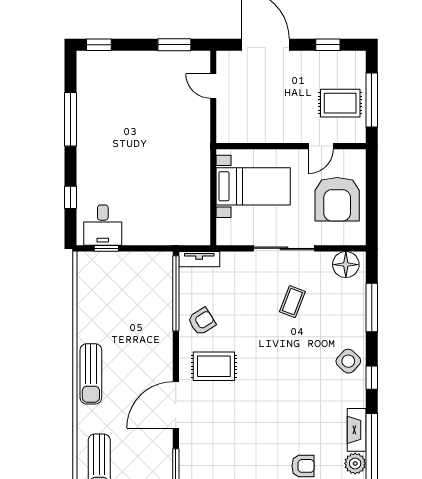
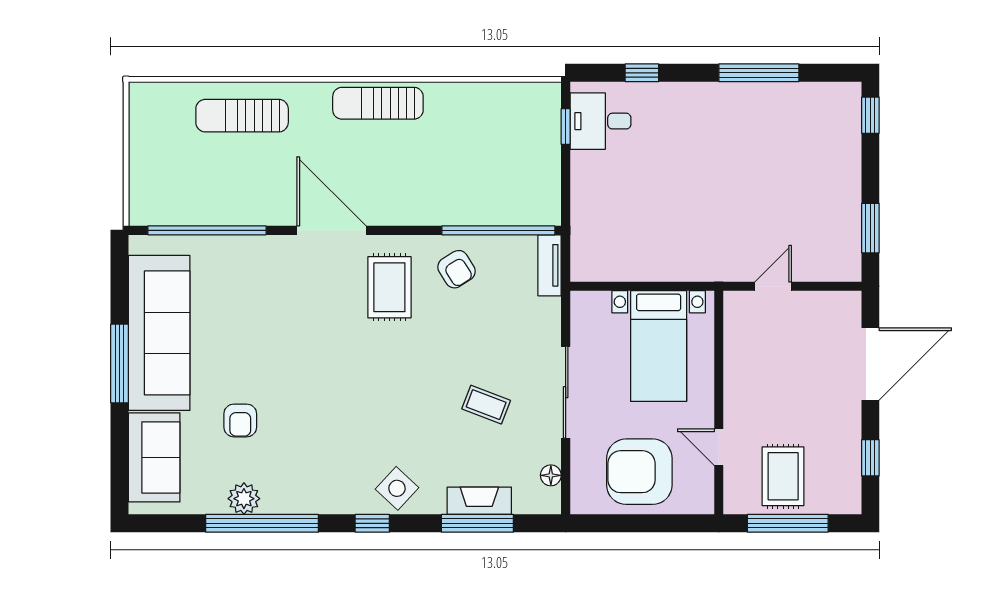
door: (213, 86) -> (773, 286), moved
floor lamp: (346, 265) -> (551, 475), width x0.53, depth x0.53
fireplace: (357, 430) -> (479, 501), moved

